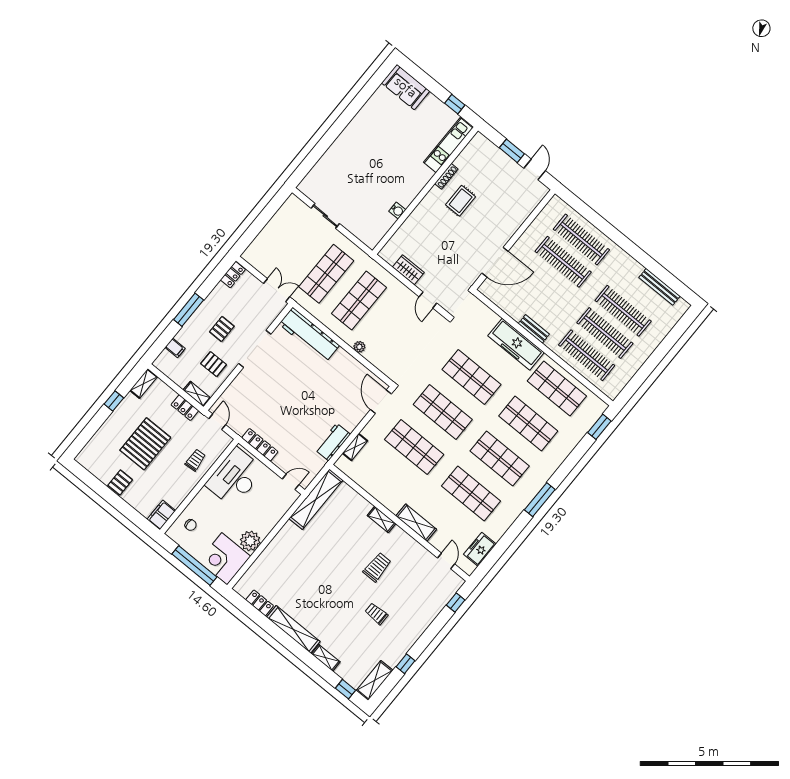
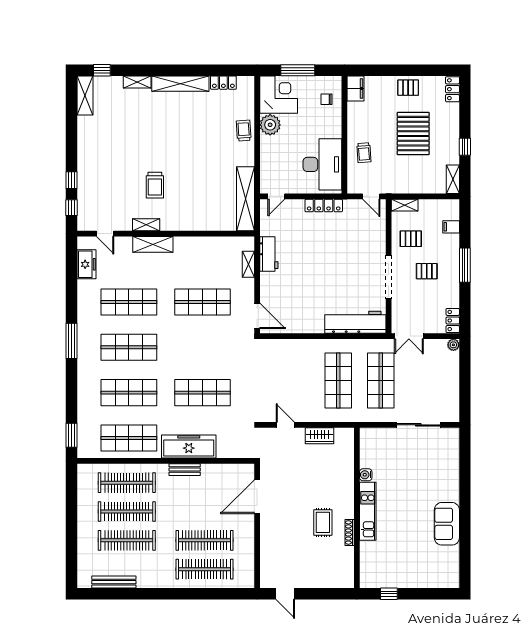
sofa: (406, 87) -> (447, 524), moved, turned -90
kitchen unit: (448, 145) -> (368, 511), moved
window: (512, 151) -> (315, 594), removed
sliding door: (325, 216) -> (418, 425), width x1.37
pallet: (222, 329) -> (427, 271), turned 90
plant: (359, 347) -> (453, 345), moved
locker: (185, 408) -> (452, 89), moved, turned -90
shop shelf: (443, 412) -> (202, 347), removed
pallet: (120, 482) -> (408, 88), turned 90
shelving: (381, 520) -> (146, 225), moved
window: (194, 565) -> (298, 70), width x0.68
trolley: (376, 614) -> (244, 131), moved, turned -94
window: (405, 664) -> (71, 180), moved

